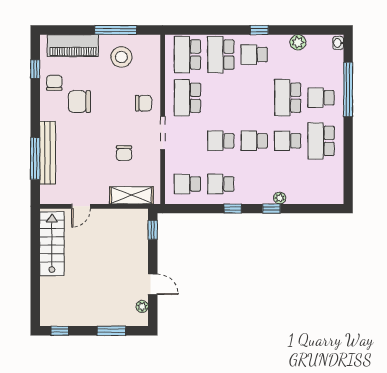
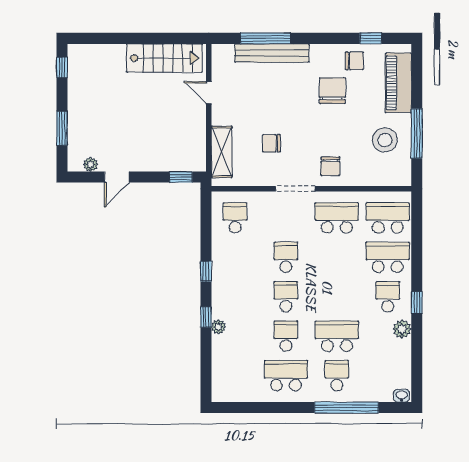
plant: (298, 42) -> (402, 329), moved
school desk: (221, 184) -> (235, 257), removed

